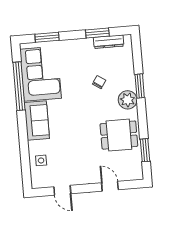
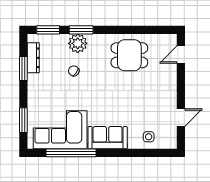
plant: (128, 100) -> (78, 43), moved
dining table: (119, 135) -> (129, 55), turned 90
window: (145, 150) -> (48, 30), moved
door: (110, 186) -> (181, 55), moved

